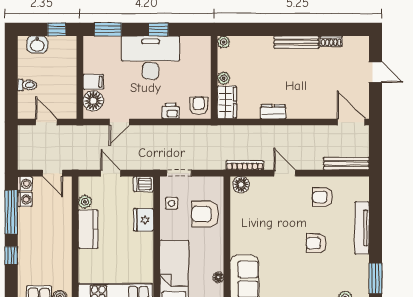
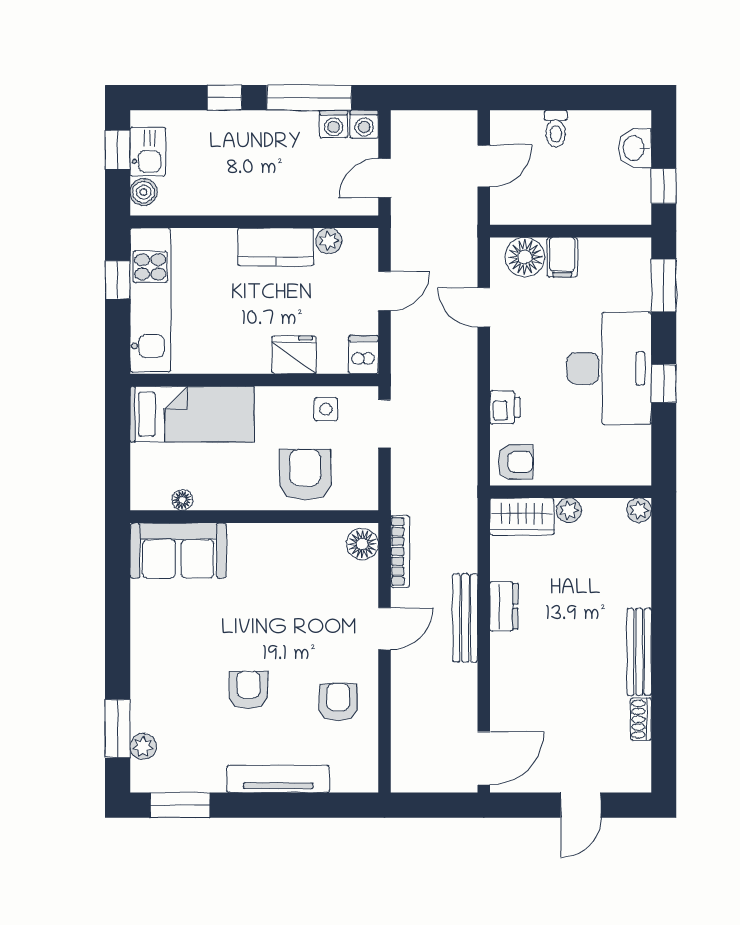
bench: (346, 164) -> (465, 618), moved

